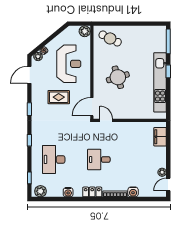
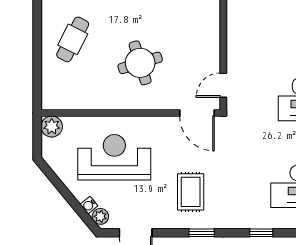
cafe table: (110, 38) -> (73, 39), moved
rug: (59, 97) -> (191, 192), moved

